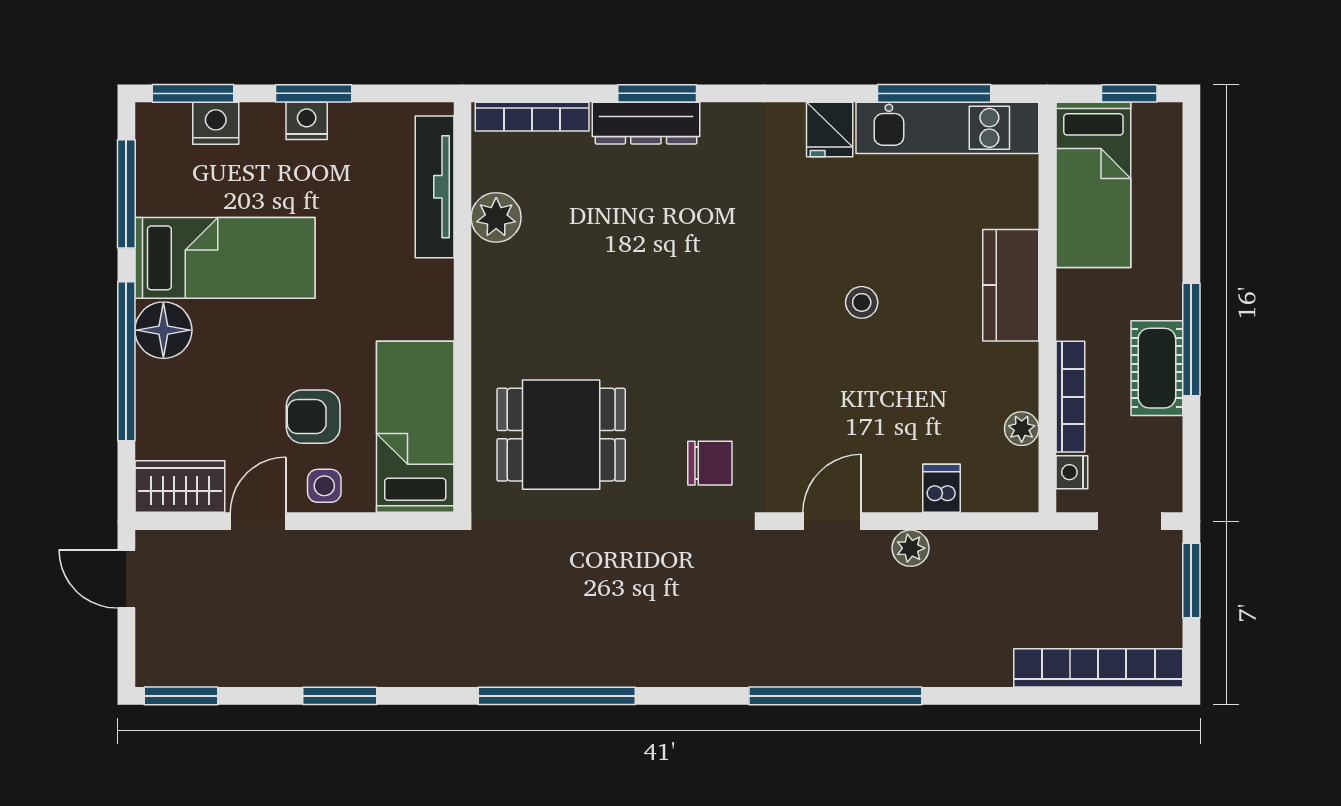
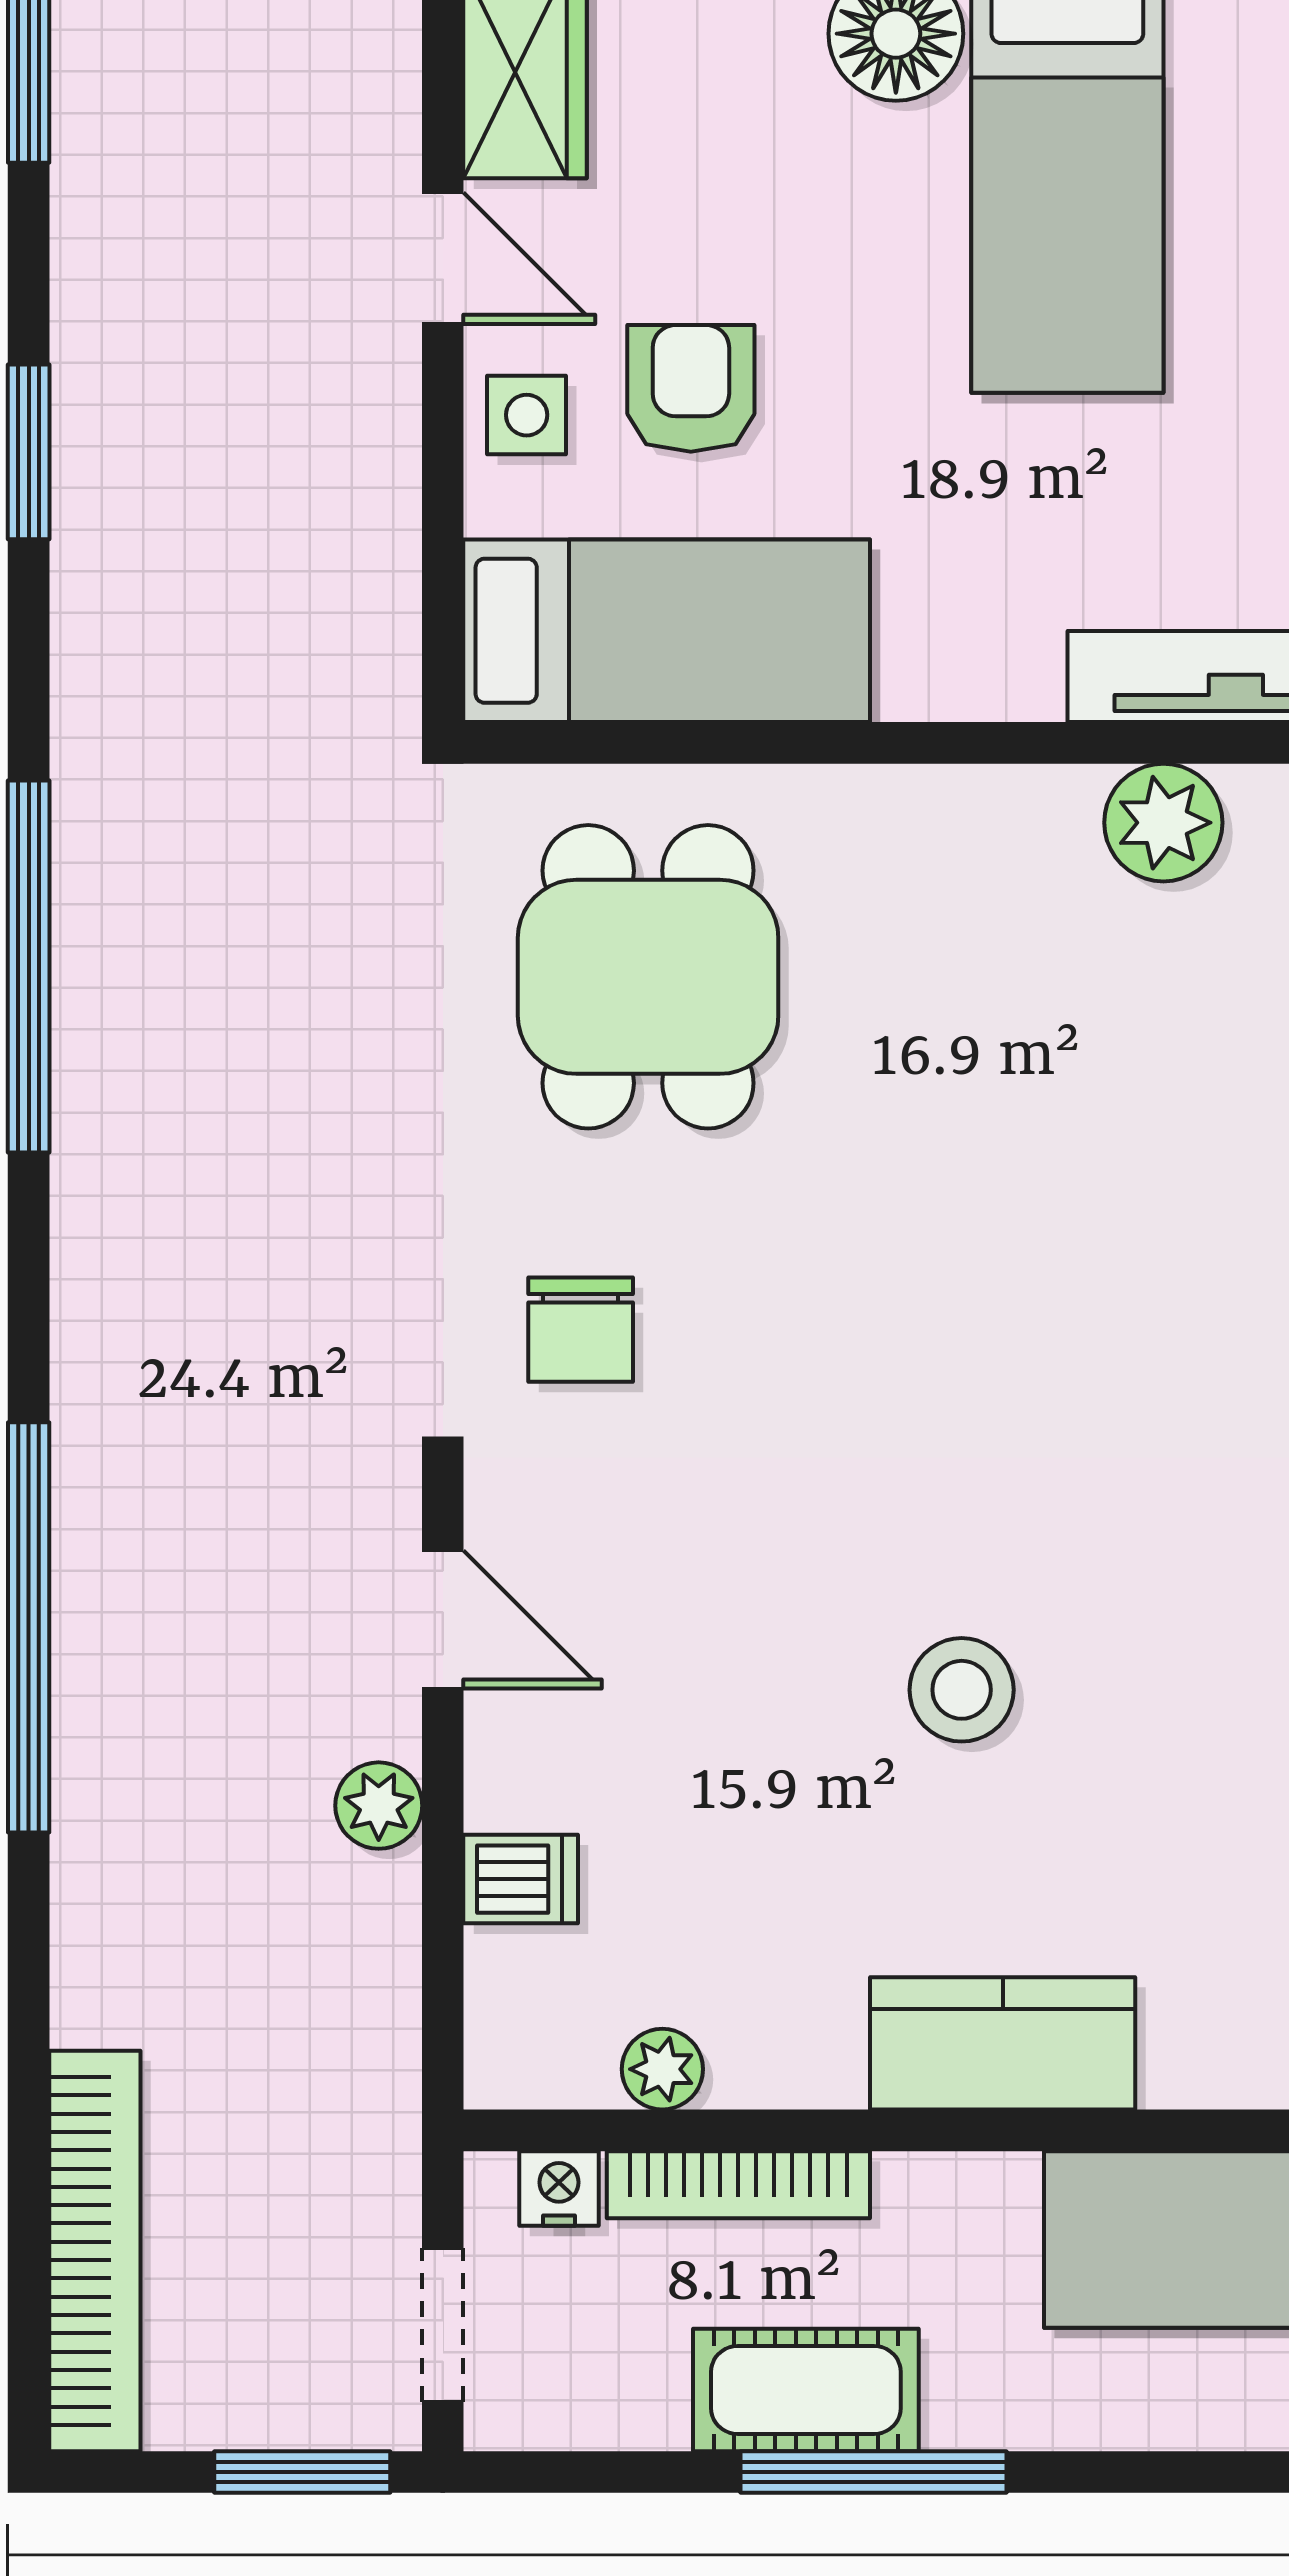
stool: (862, 302) -> (962, 1690), width x1.37, depth x1.37

